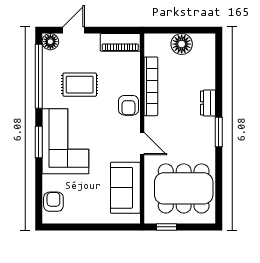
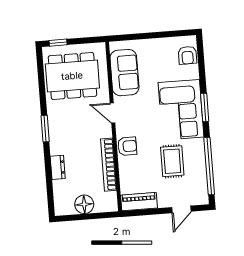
floor lamp: (50, 42) -> (201, 197), removed
rug: (80, 85) -> (172, 161), turned 90
dresser: (208, 103) -> (58, 167), moved
armchair: (129, 105) -> (127, 146), turned 90
window: (166, 227) -> (58, 43), moved

